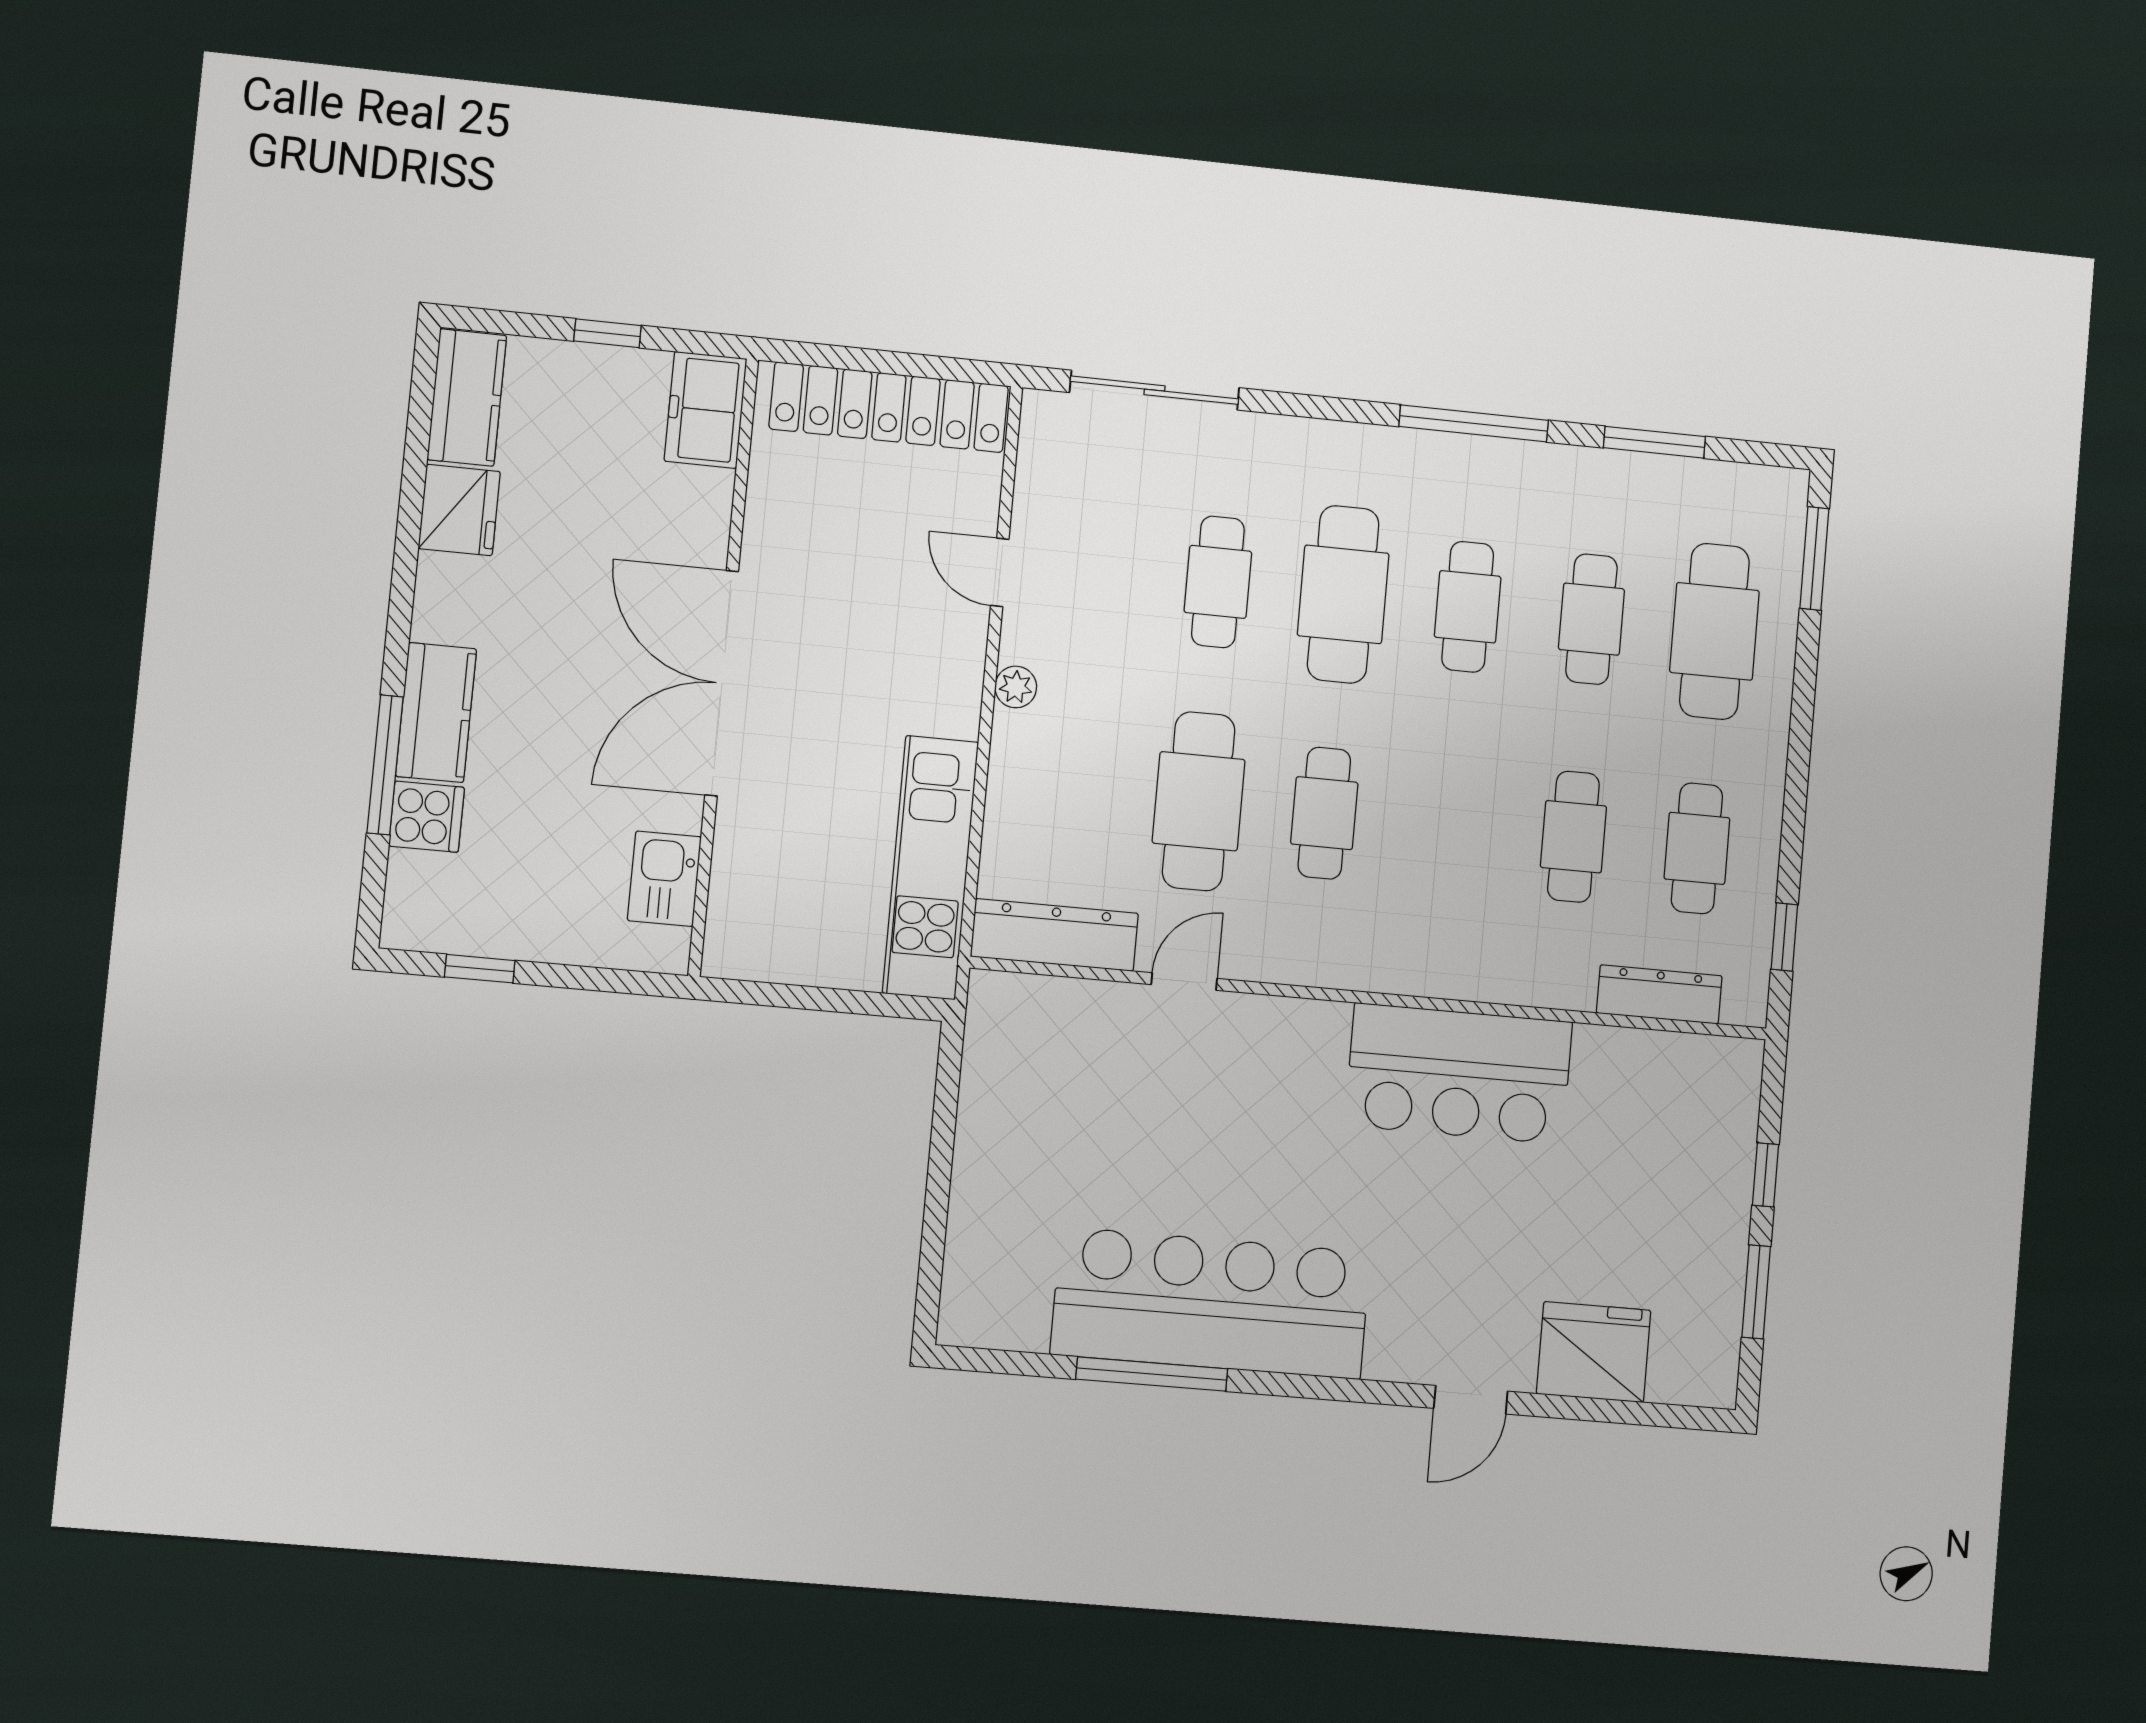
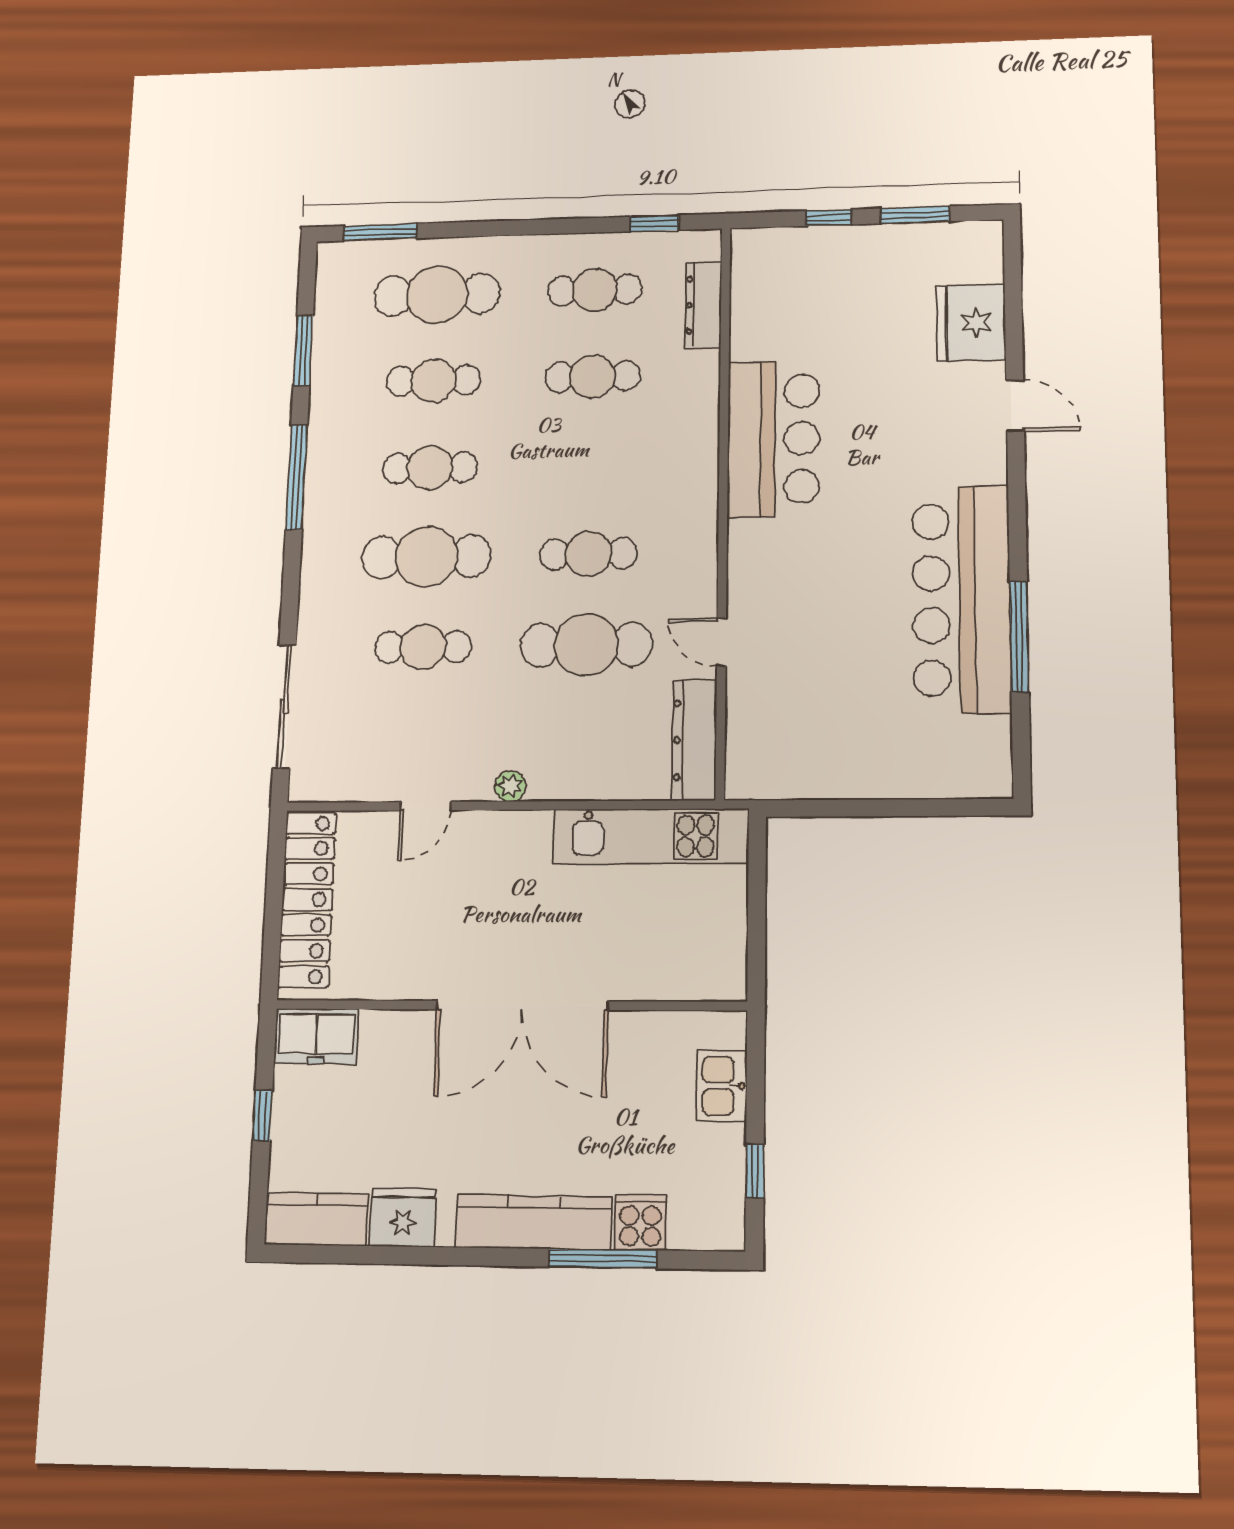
kitchen counter: (436, 713) -> (534, 1222), width x1.50
kitchen sink: (664, 879) -> (721, 1086), moved, turned 90

